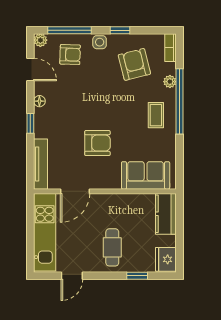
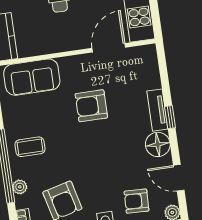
floor lamp: (39, 101) -> (158, 144), width x1.89, depth x1.89
coffee table: (156, 115) -> (30, 147), turned 90
tv unit: (41, 164) -> (157, 110), moved, width x0.71

